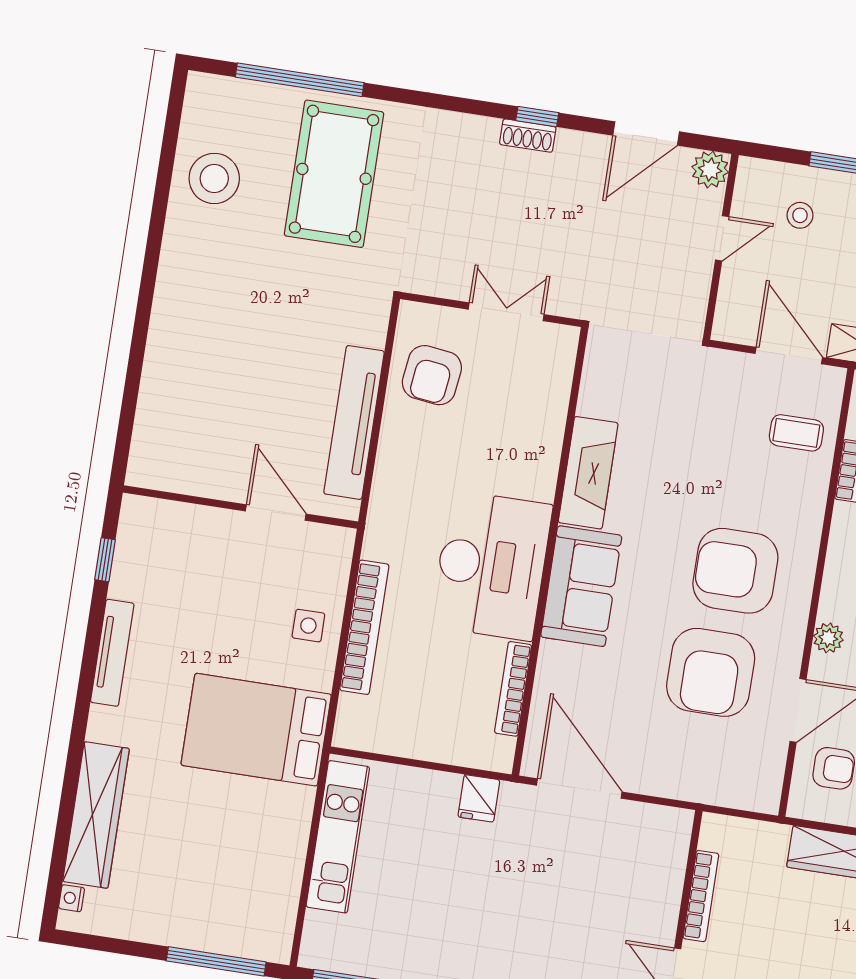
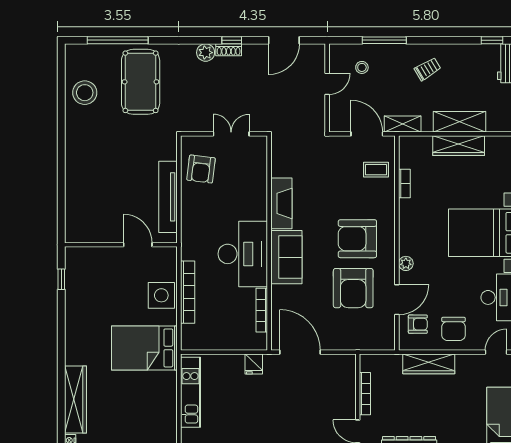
plant: (710, 170) -> (206, 53), moved
side table: (308, 626) -> (161, 295), width x1.87, depth x1.87
tv unit: (112, 653) -> (71, 322), removed

